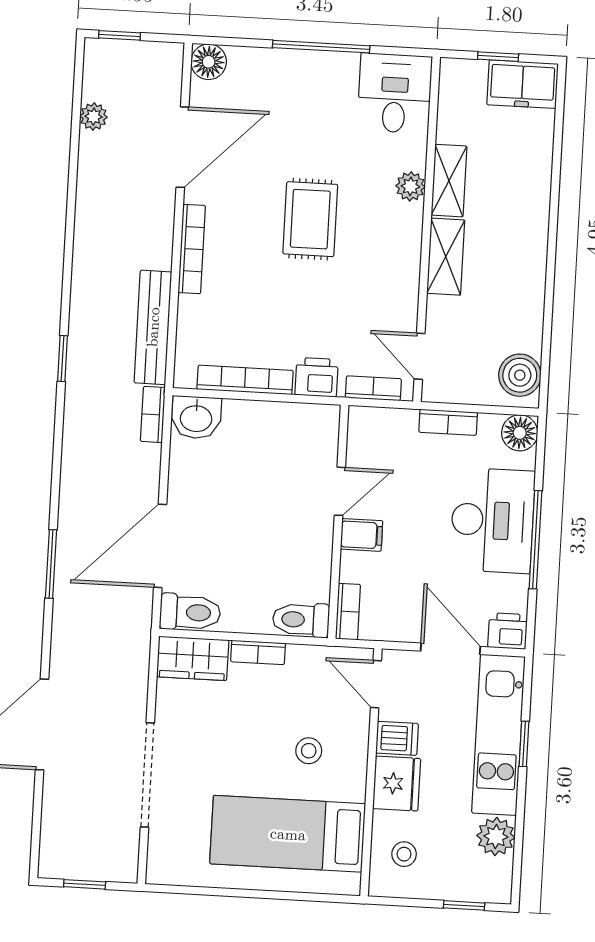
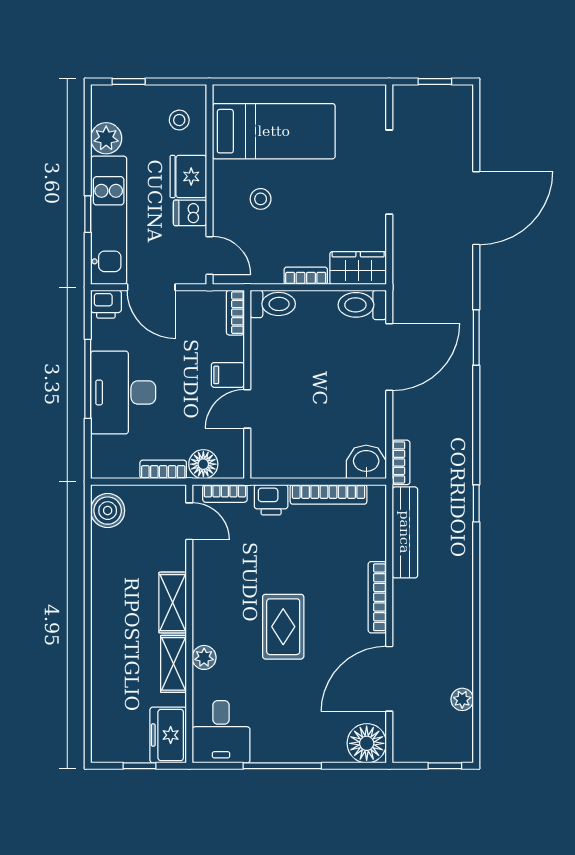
floor lamp: (209, 62) -> (367, 743), width x1.38, depth x1.38
freezer: (523, 84) -> (168, 735), moved, turned -90
floor lamp: (520, 433) -> (203, 464), moved

